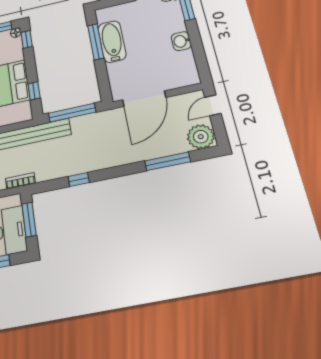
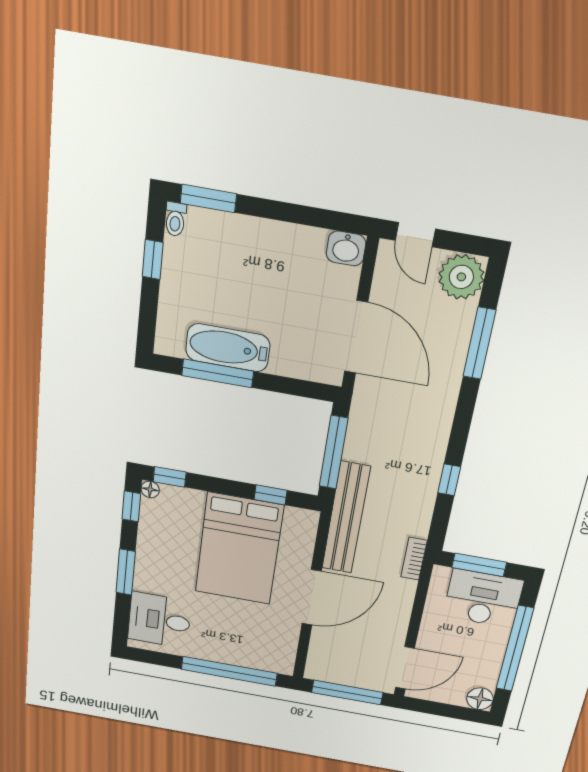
washbasin: (181, 41) -> (346, 248), moved

